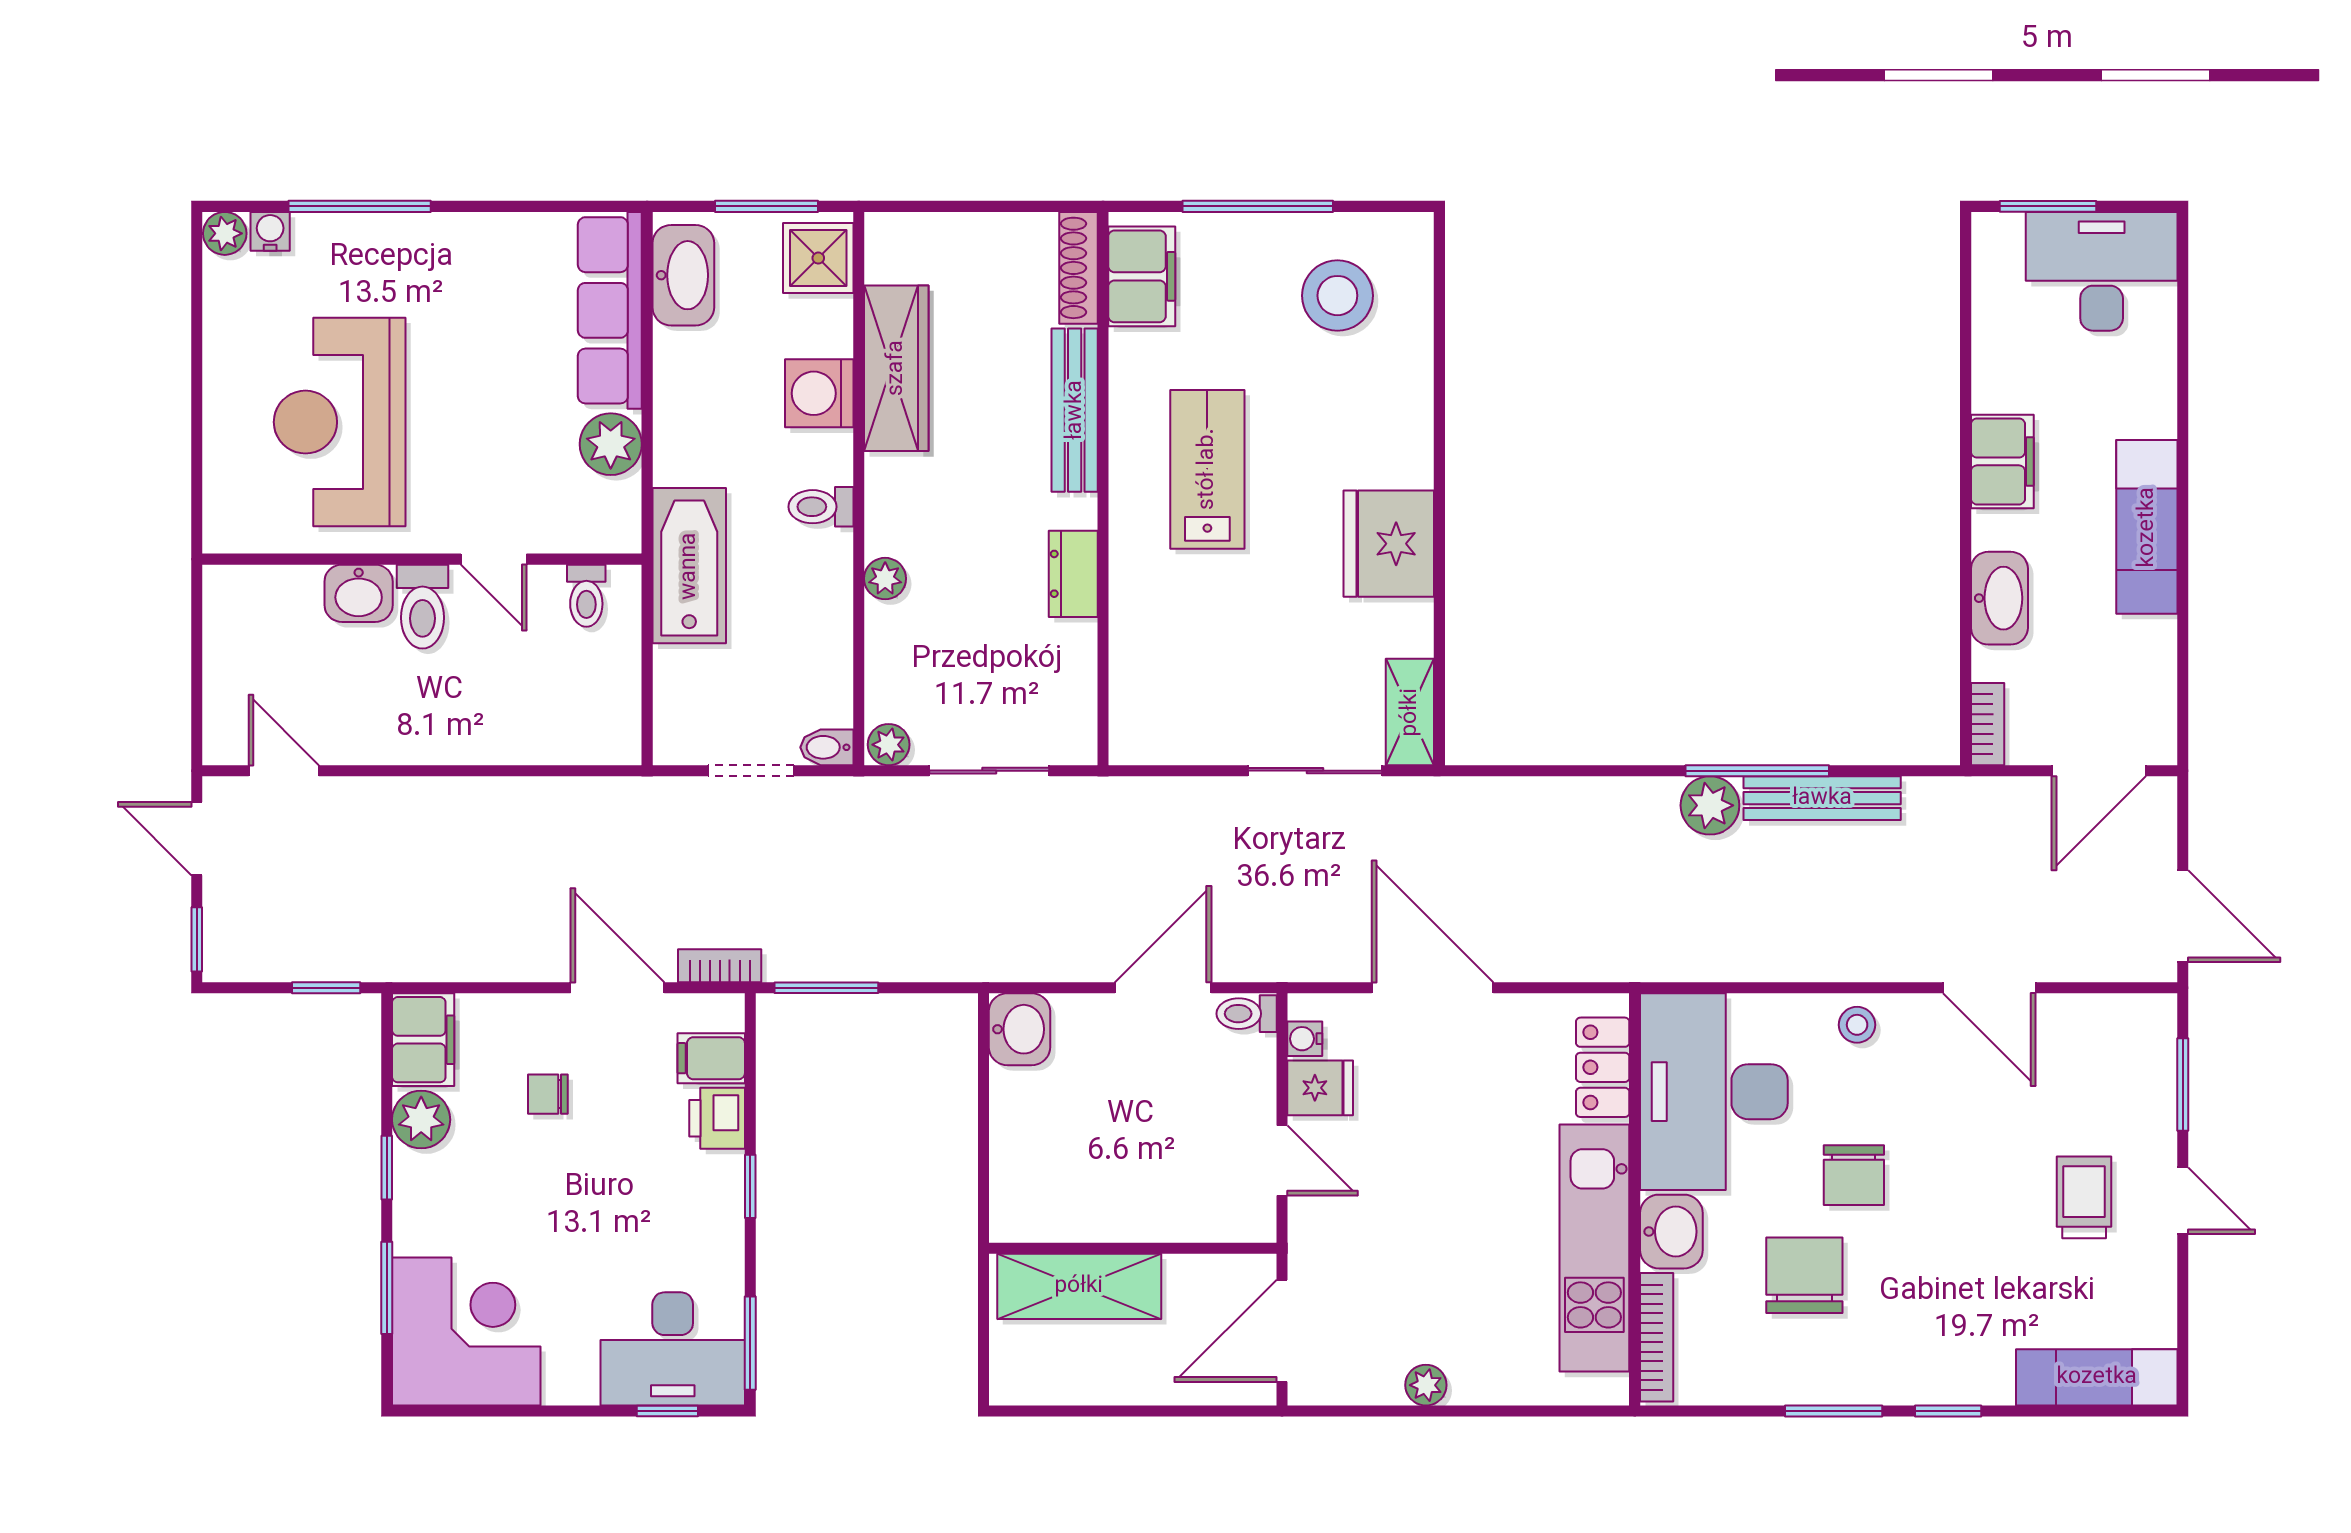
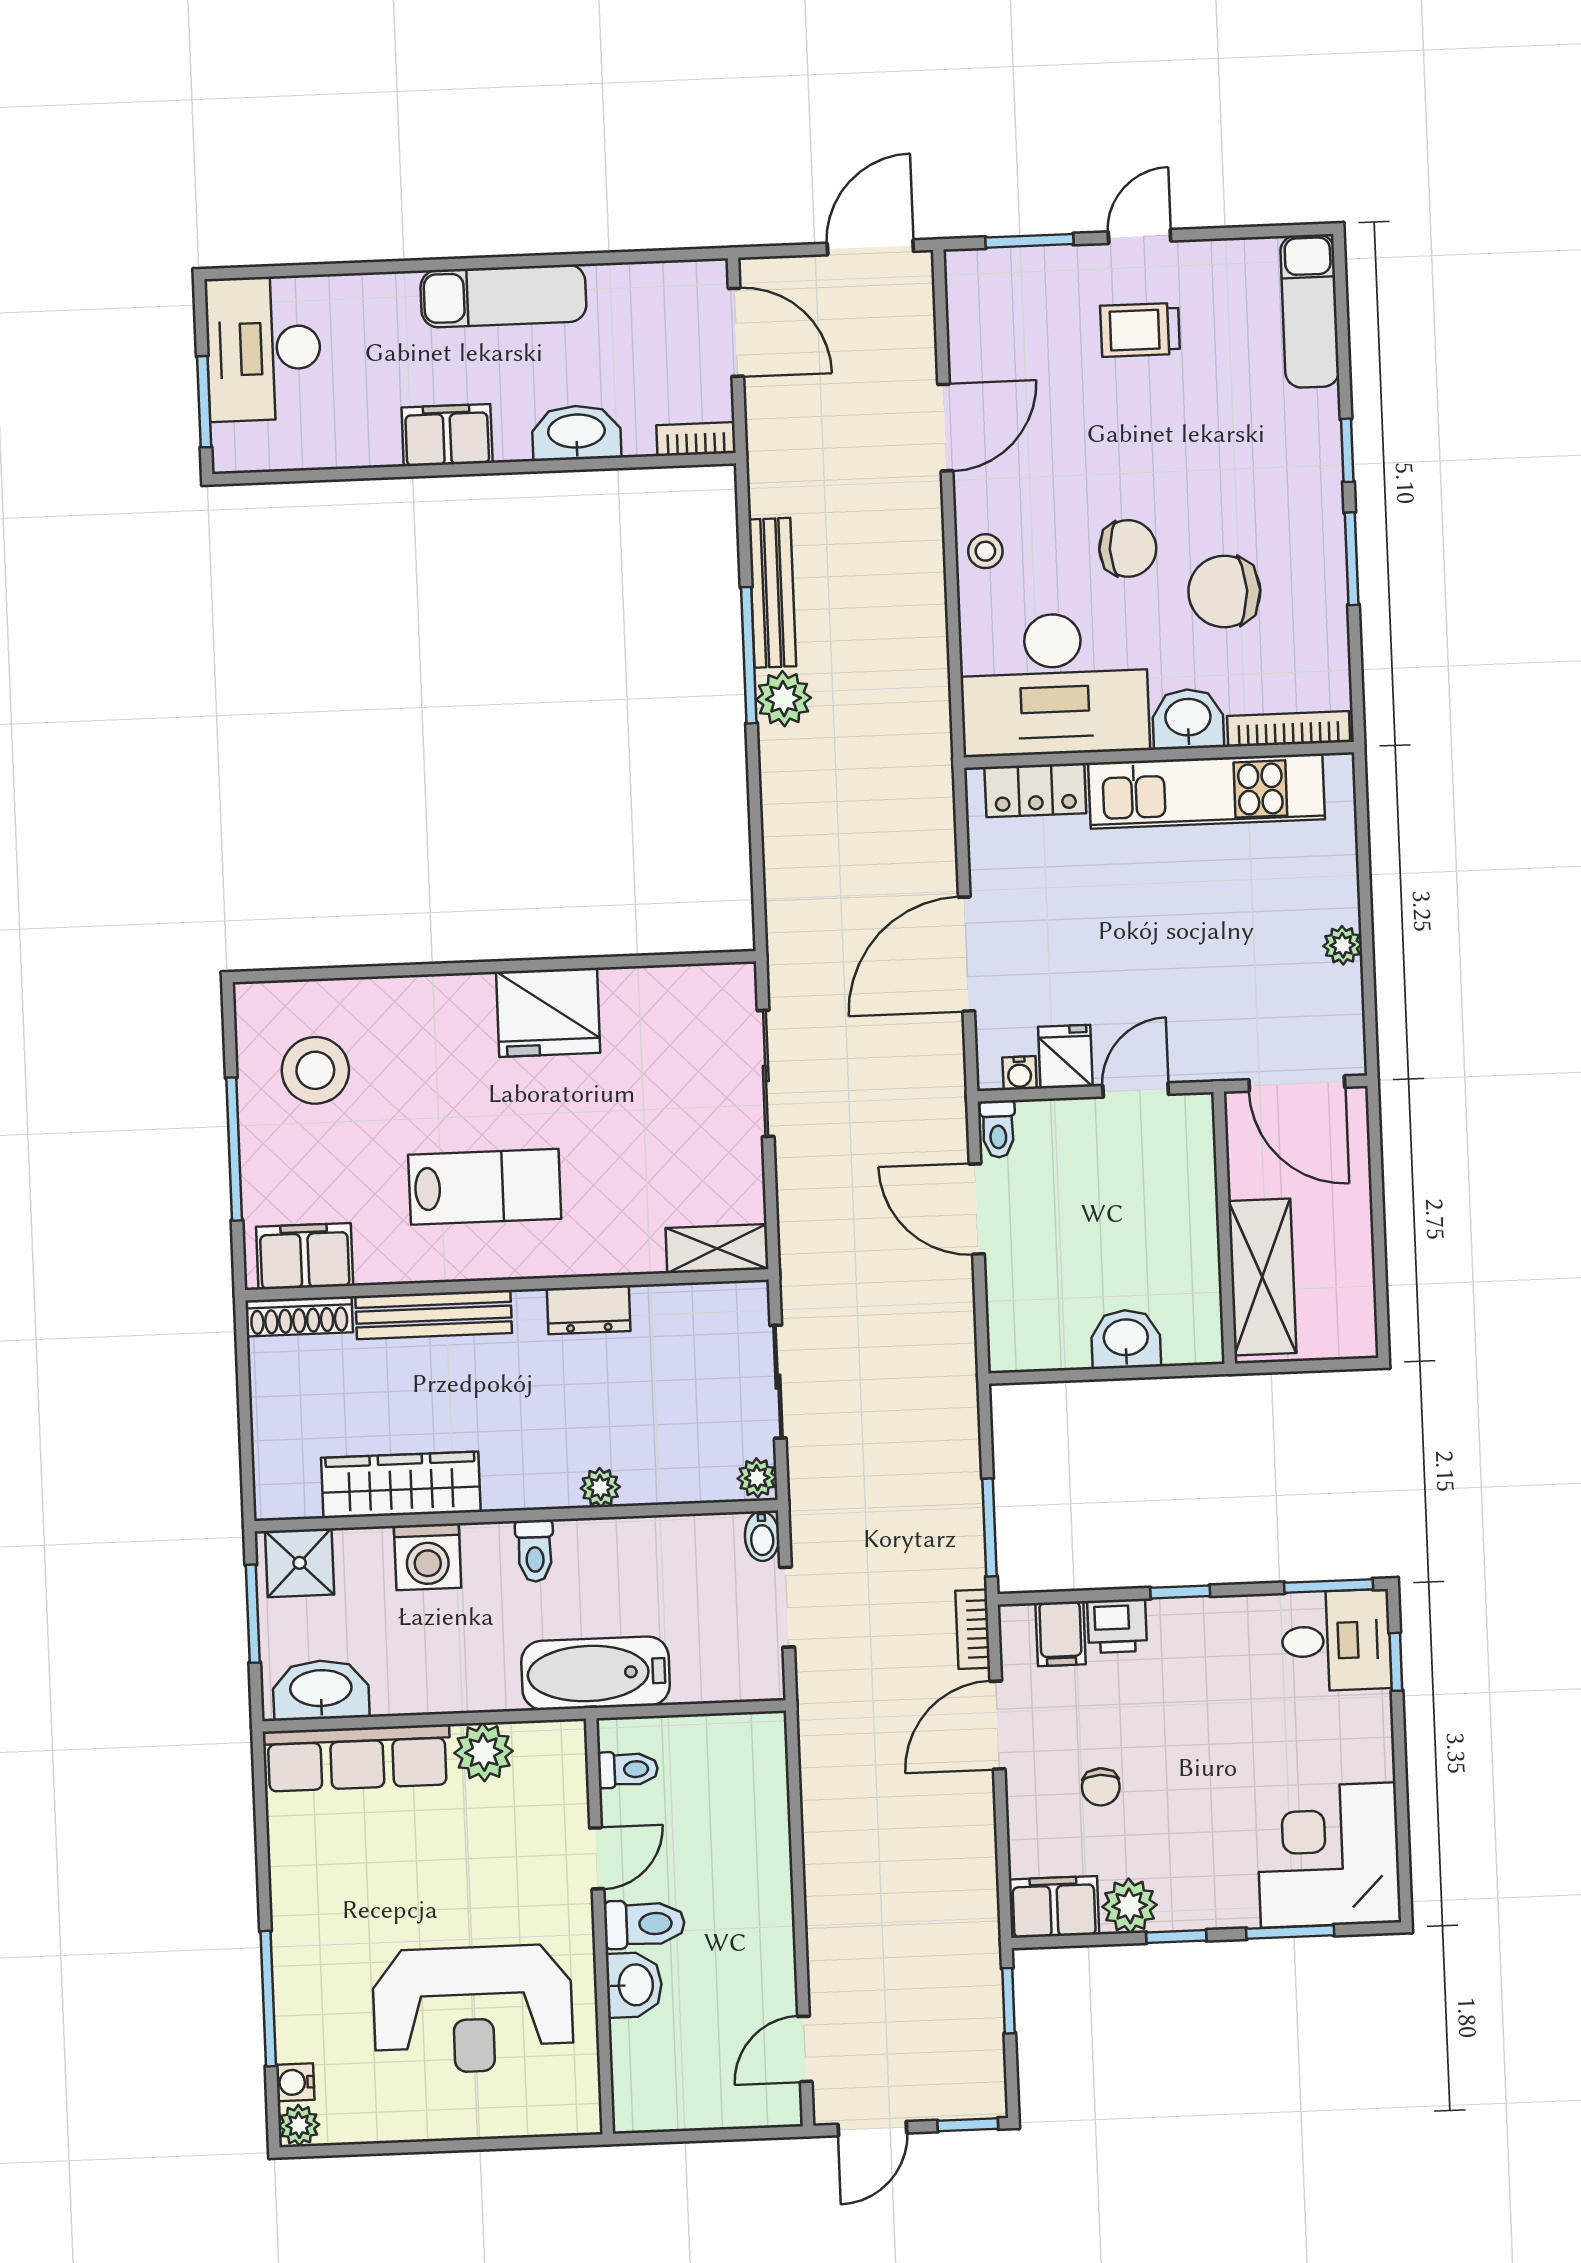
lab bench: (1207, 469) -> (485, 1187), turned 180
shelving: (1410, 712) -> (717, 1249), moved
washbasin: (1019, 1029) -> (1126, 1339), moved
desk: (673, 1349) -> (1336, 1641), width x0.73

